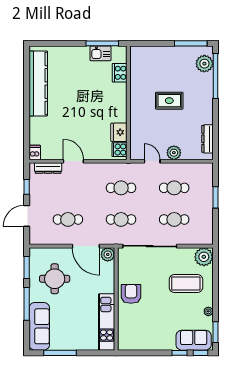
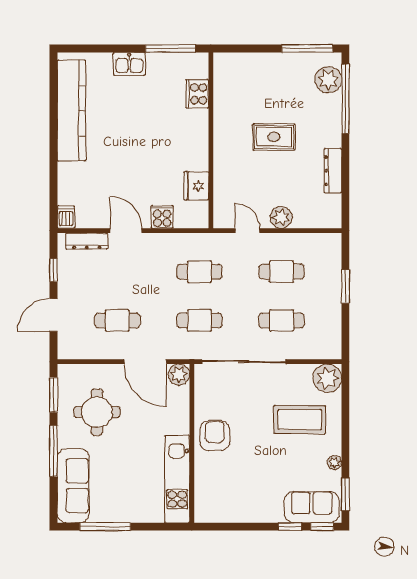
kitchen sink: (101, 53) -> (129, 64), moved
dresser: (207, 139) -> (333, 171), moved
cooker: (119, 150) -> (162, 217), moved, turned 90

